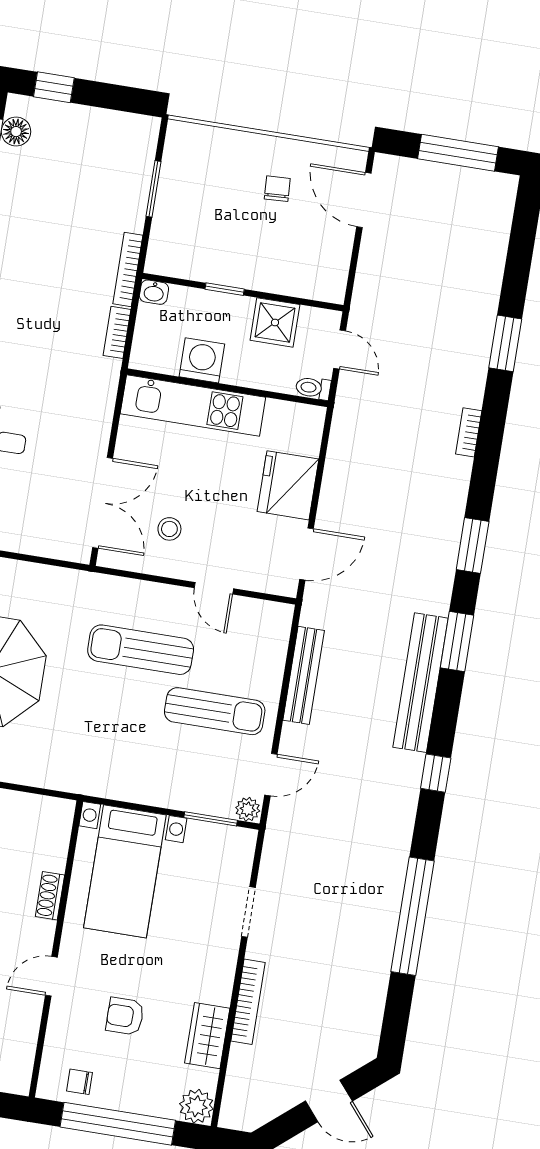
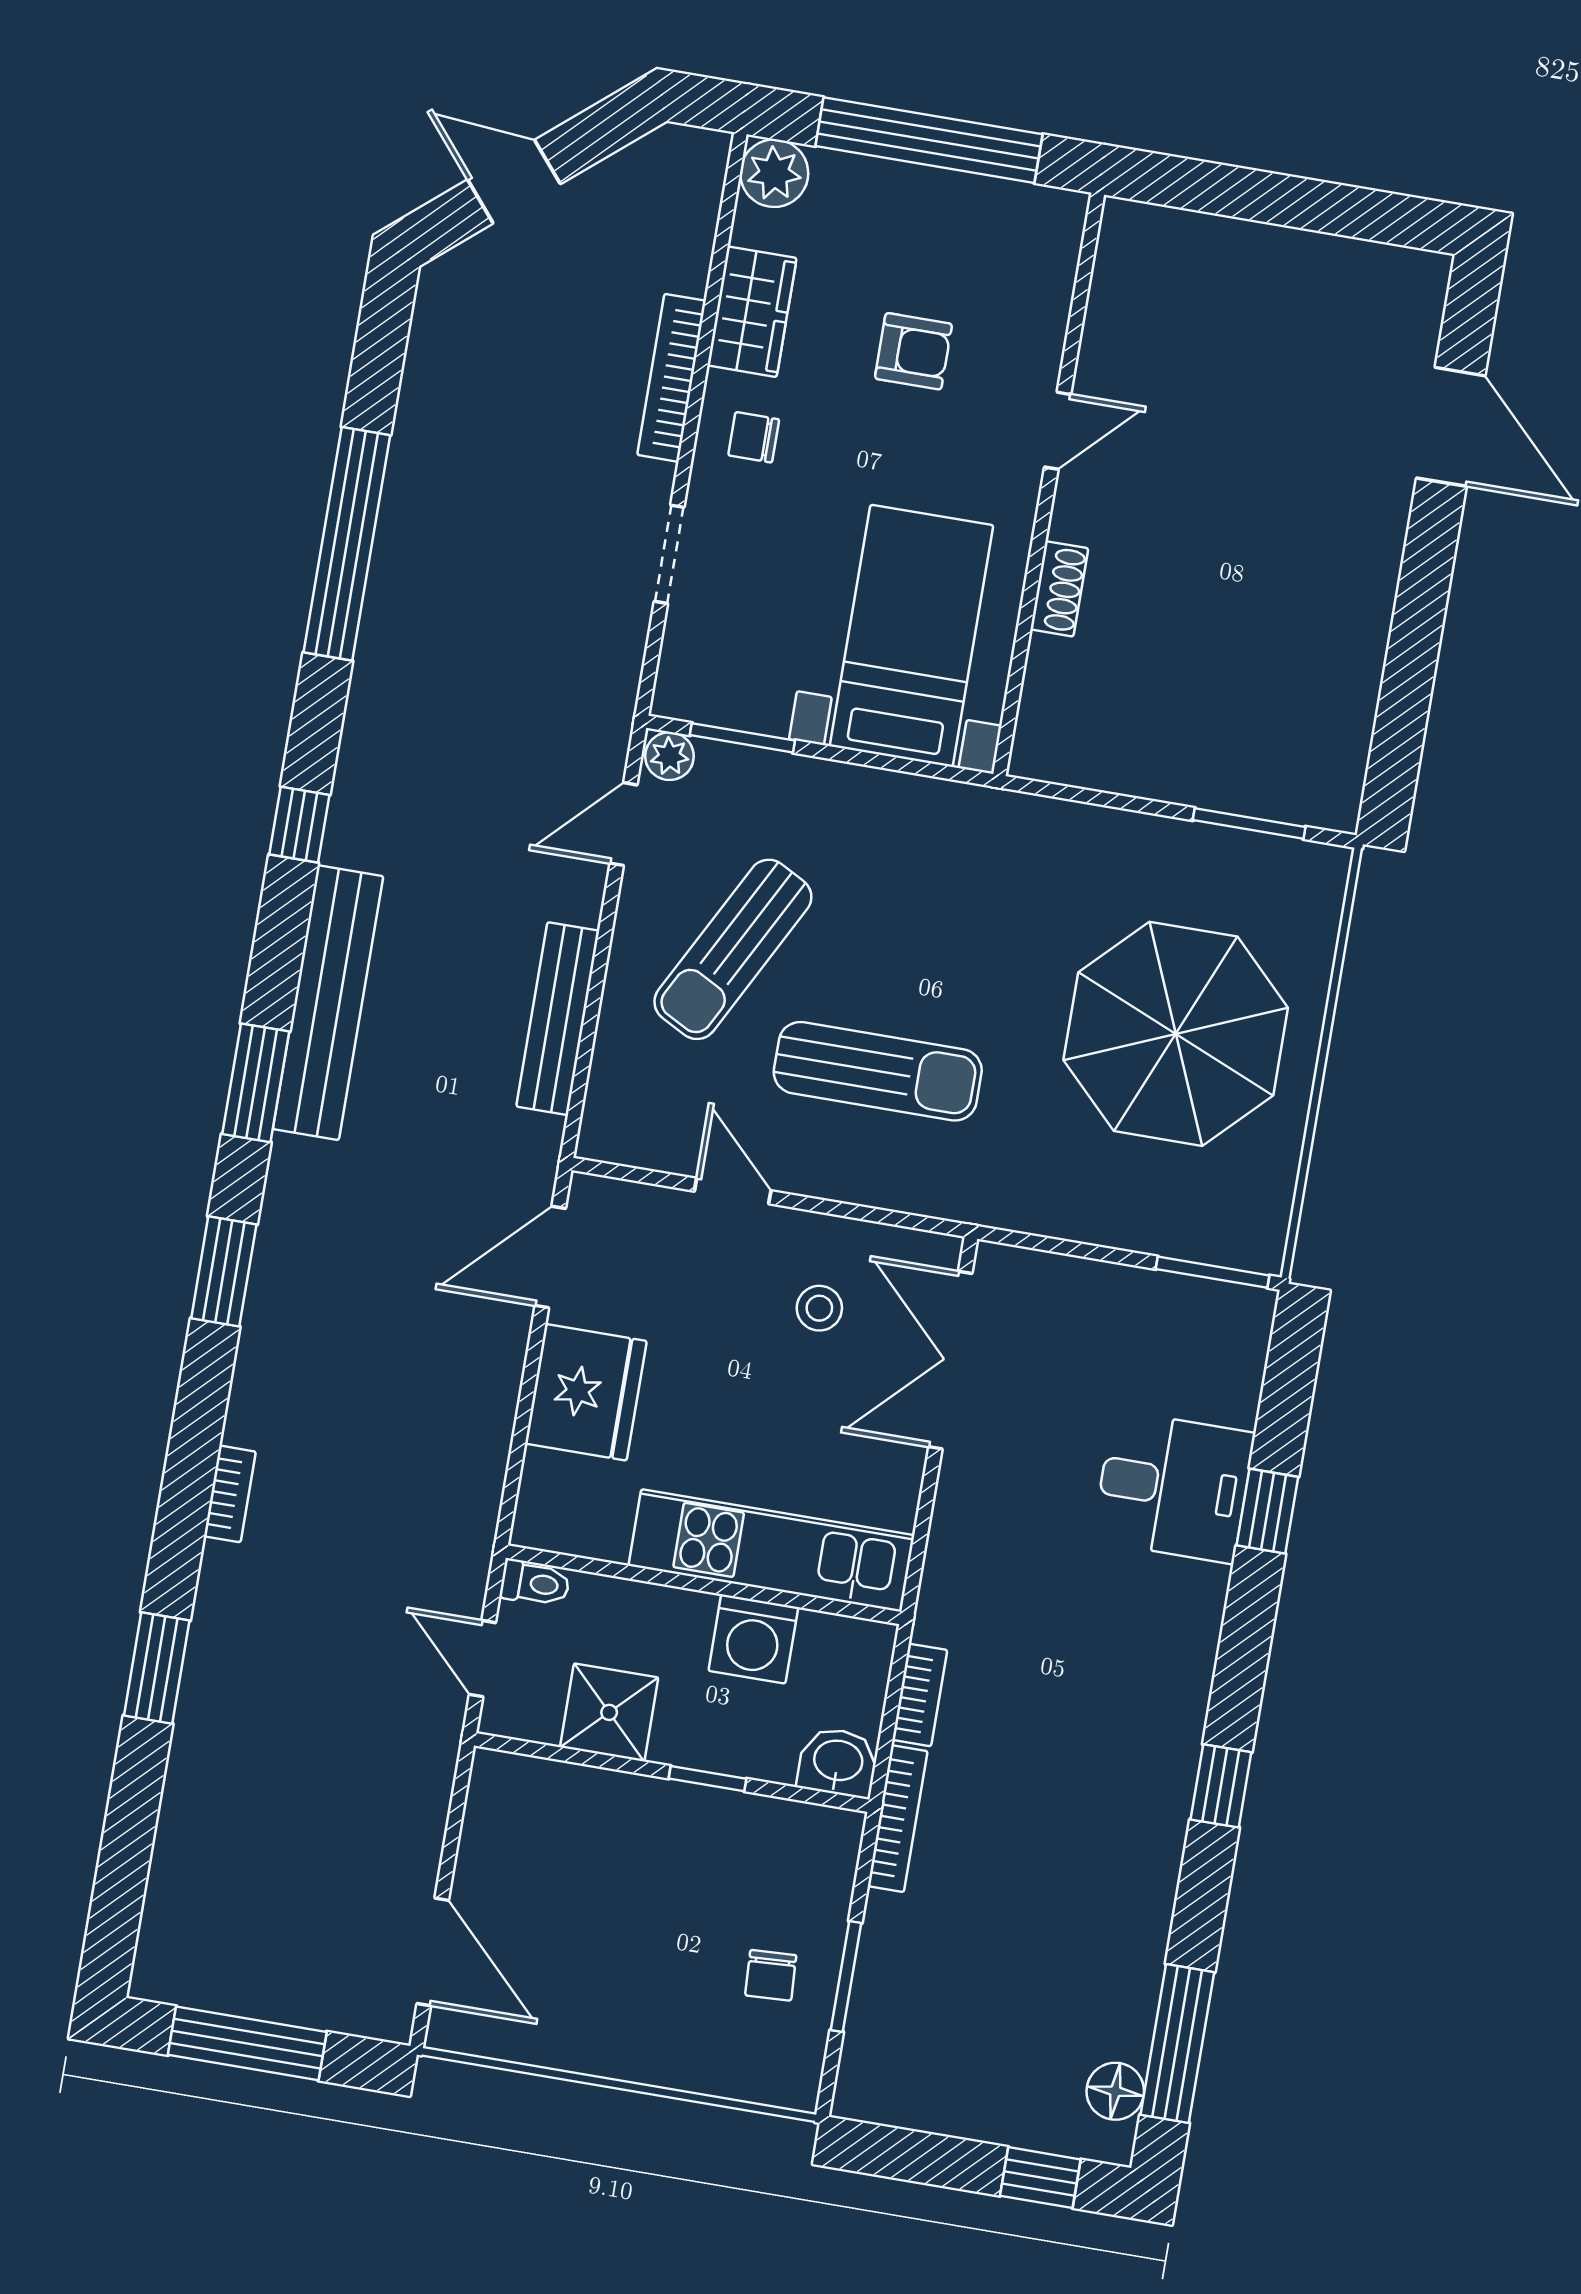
chair: (277, 189) -> (771, 1975), moved
washbasin: (154, 292) -> (838, 1762), width x1.38, depth x1.45
sun lounger: (215, 711) -> (733, 949), turned -62
chair: (79, 1082) -> (754, 437), moved, turned 180

